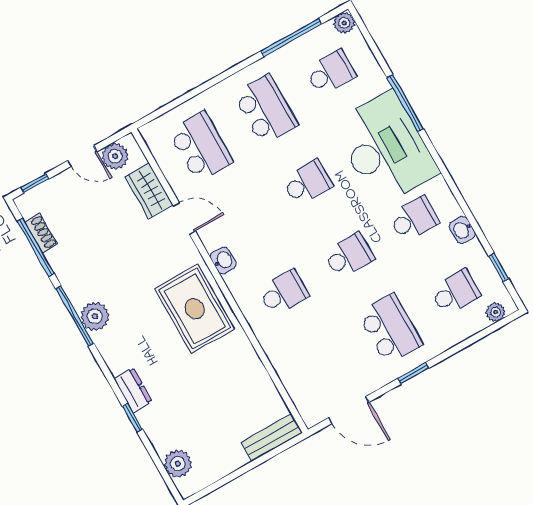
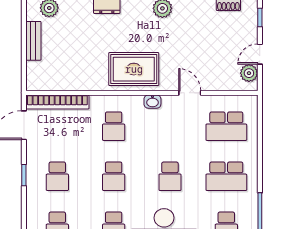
wardrobe: (149, 191) -> (218, 81), removed
door: (184, 219) -> (190, 93), swing flipped
school desk: (390, 329) -> (57, 176), width x0.54
bookcase: (294, 384) -> (57, 102), added
bench: (272, 437) -> (33, 41), moved

